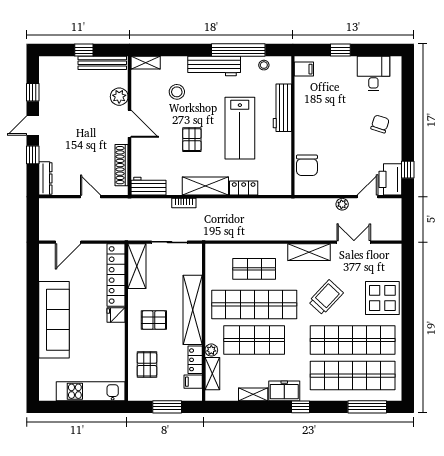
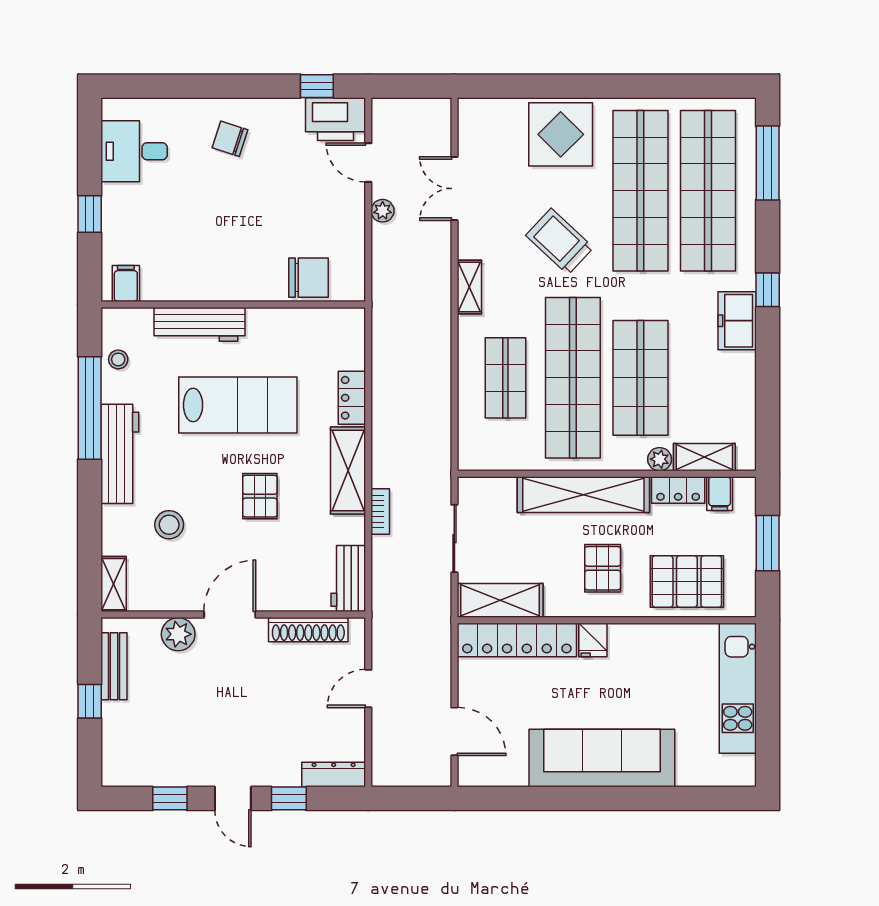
bench: (102, 63) -> (114, 666), width x0.73
pallet: (192, 140) -> (260, 496), turned 90
shelving: (309, 252) -> (469, 287), width x0.67, depth x0.75
pallet: (147, 364) -> (687, 582), width x1.50, depth x1.42
shelving: (253, 394) -> (744, 380), removed

